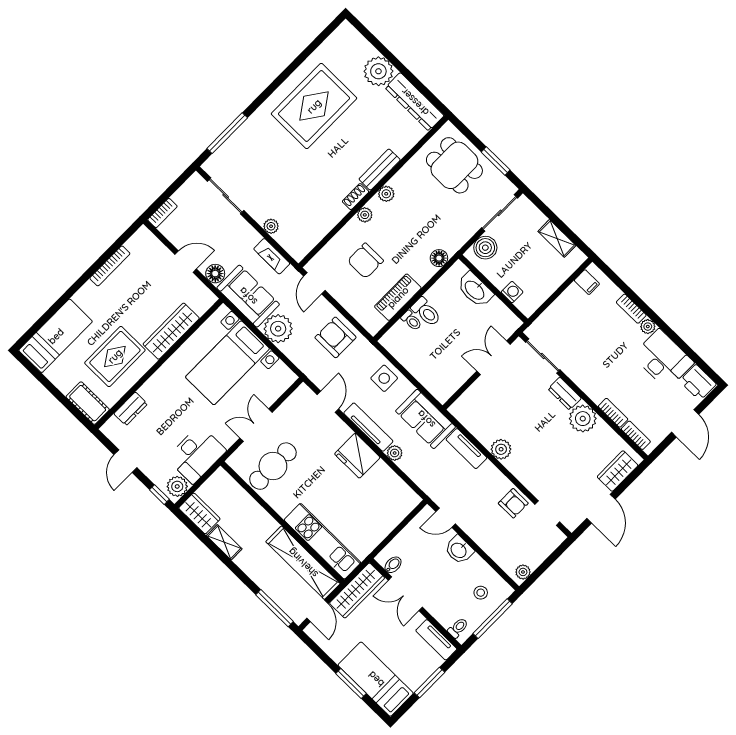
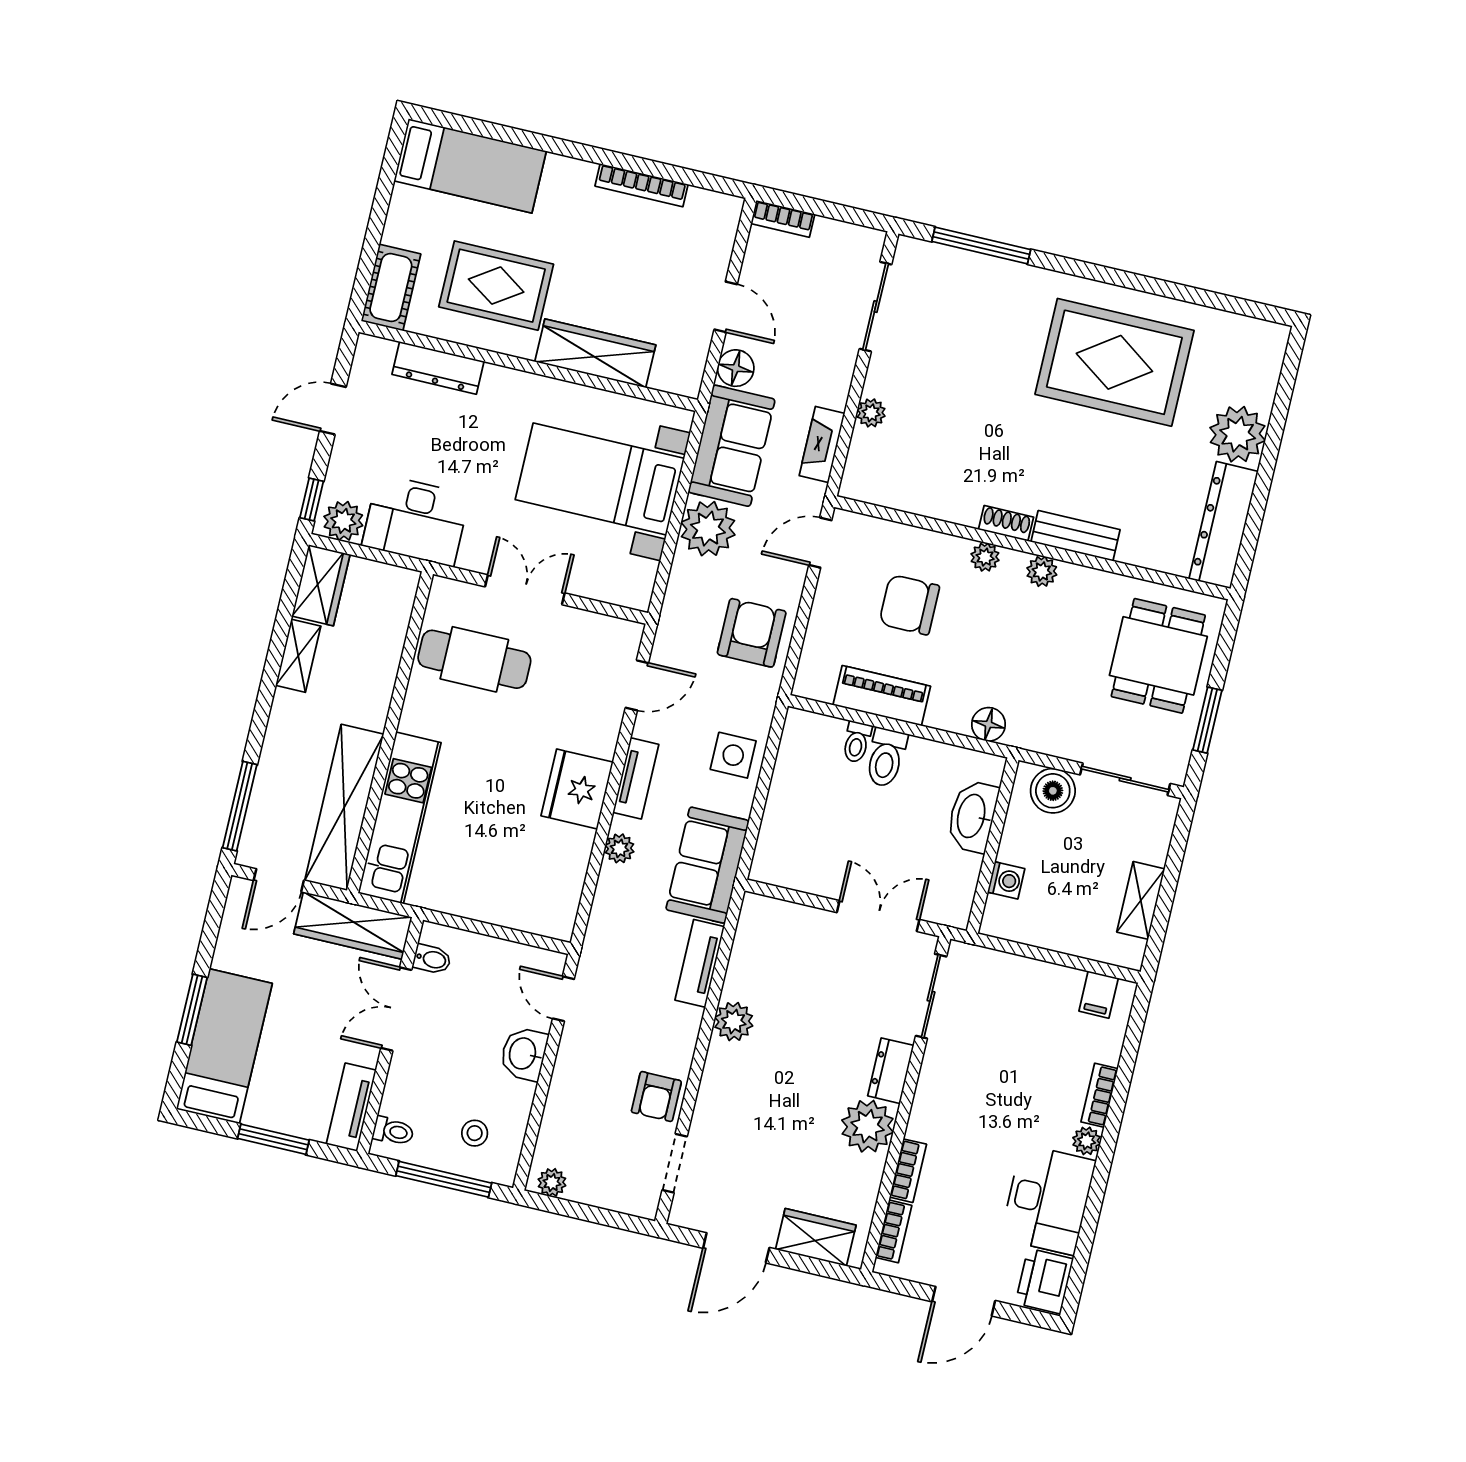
dresser: (131, 409) -> (438, 368), width x1.44
tv unit: (368, 427) -> (636, 778), width x0.71

